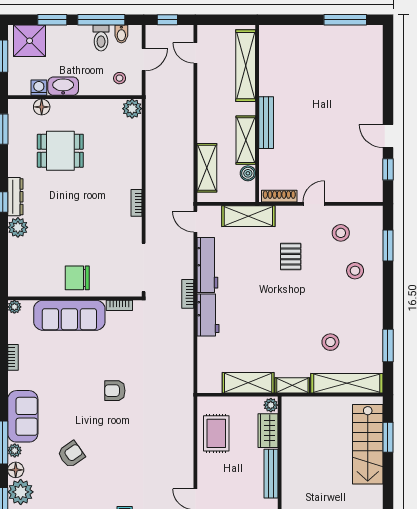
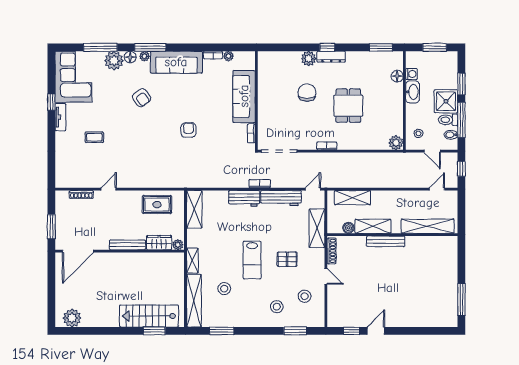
shower: (30, 41) -> (446, 101), moved
dining table: (60, 151) -> (348, 106), moved
chair: (77, 278) -> (307, 93), moved
lab bench: (292, 304) -> (252, 260), added
plant: (14, 307) -> (228, 56), moved
shelving: (248, 383) -> (194, 209), moved
sofa: (23, 416) -> (176, 62), width x1.36

